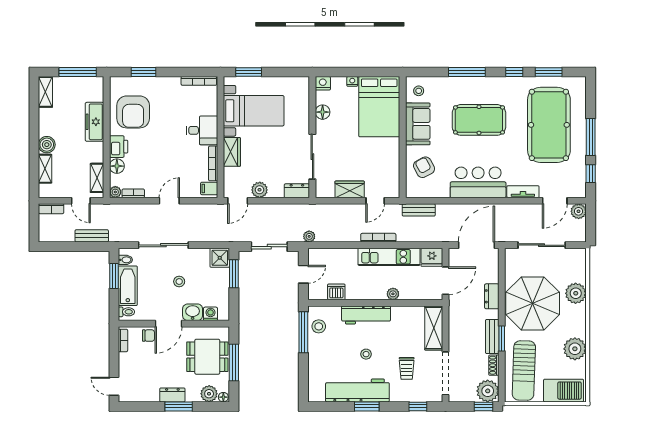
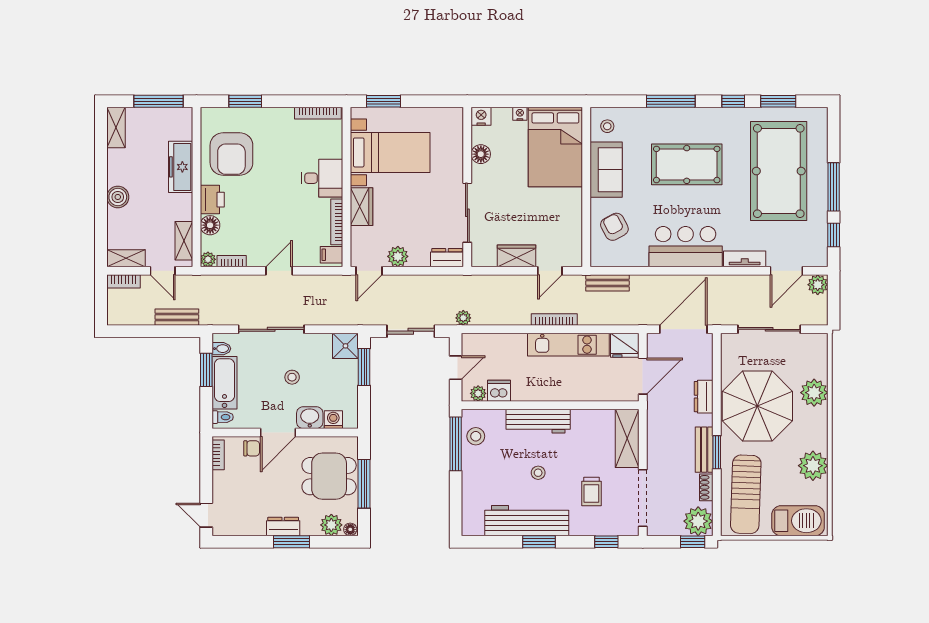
shelving: (45, 169) -> (126, 258), moved, turned 90
plant: (393, 294) -> (478, 393), moved

